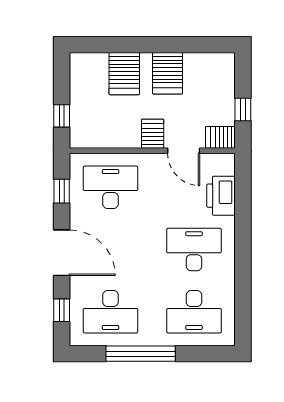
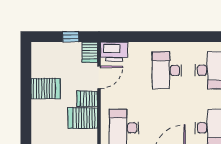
server rack: (124, 74) -> (83, 118), moved, turned 180
printer: (221, 196) -> (114, 52), moved

